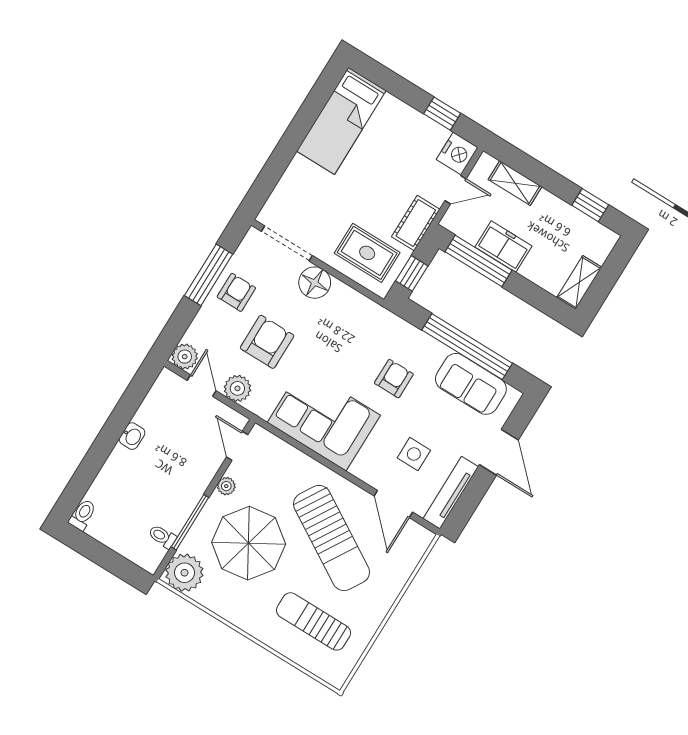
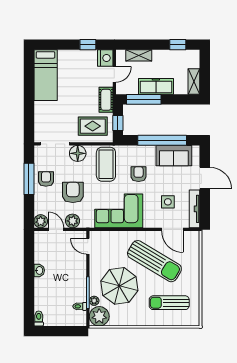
freezer: (504, 247) -> (156, 86), width x1.40
coffee table: (350, 329) -> (106, 164), added
plant: (226, 486) -> (94, 301), moved

